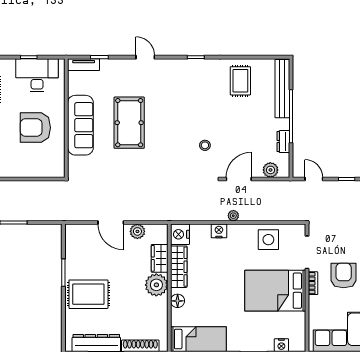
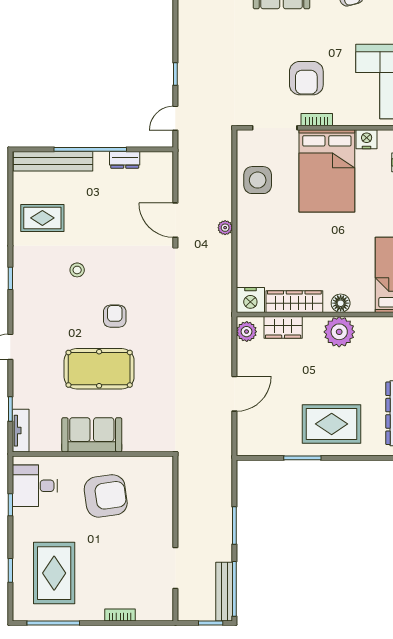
desk: (37, 75) -> (35, 486), width x0.73
sofa: (80, 125) -> (92, 435), width x0.73
armchair: (35, 128) -> (106, 496), turned -98
armchair: (168, 134) -> (115, 316), added
stool: (205, 145) -> (77, 270), moved
plant: (270, 170) -> (163, 177), removed
plant: (137, 231) -> (247, 332), moved
nightstand: (219, 231) -> (367, 139), moved, turned 90
armchair: (344, 276) -> (306, 78), turned -90
plant: (156, 285) -> (339, 332), moved
rug: (88, 294) -> (332, 424), turned 90

